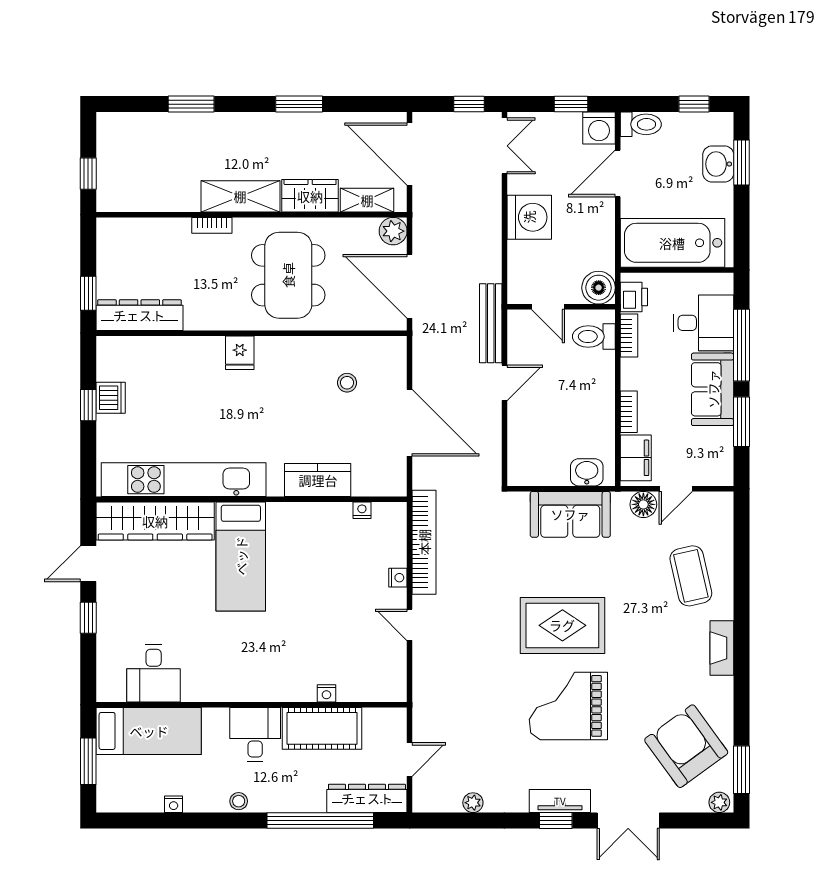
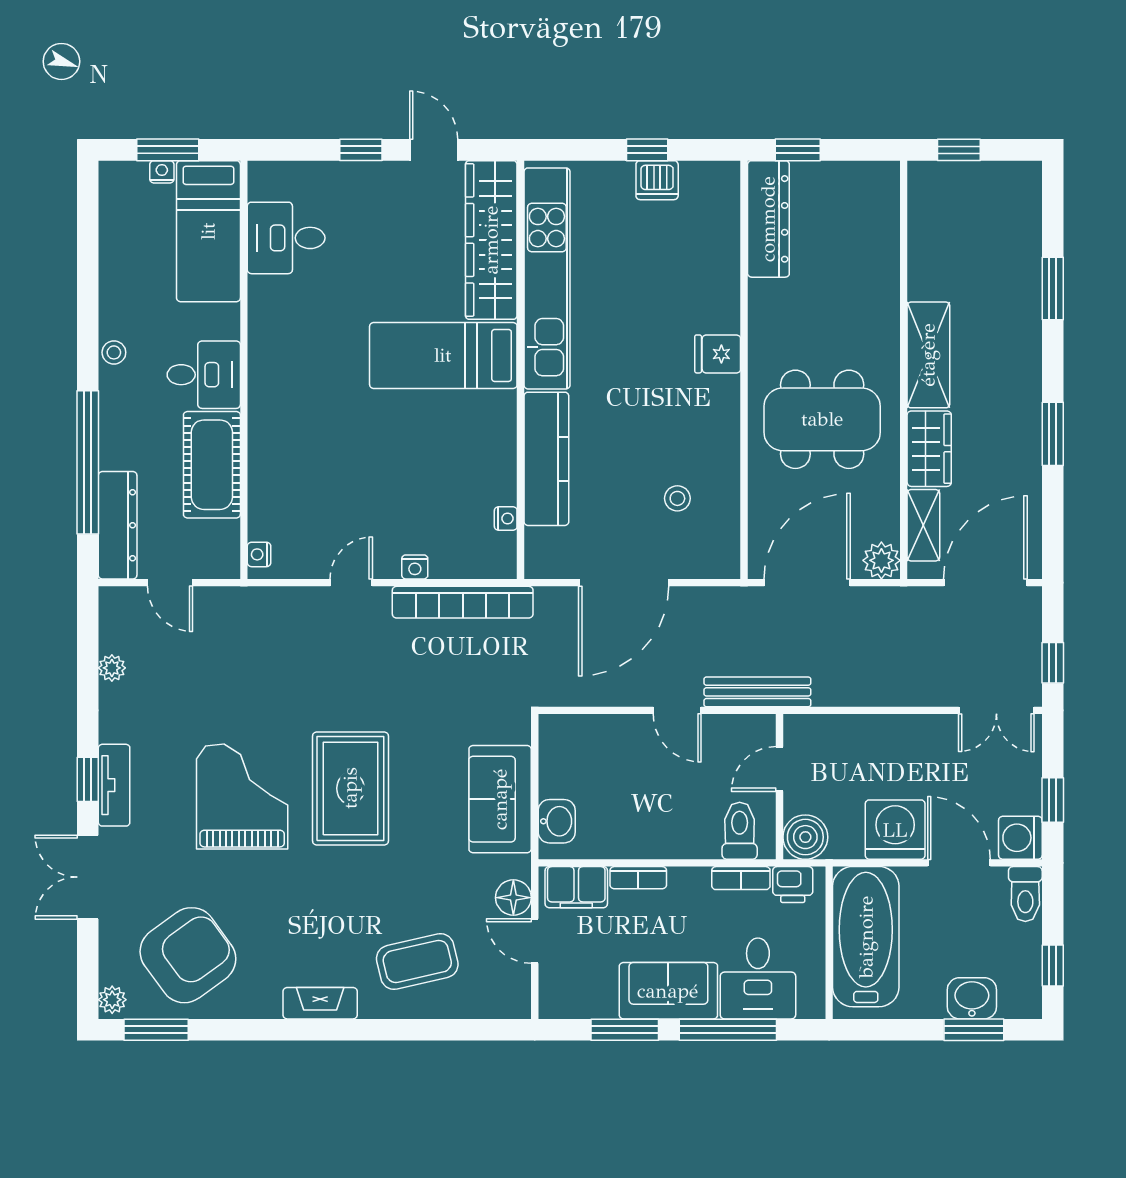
washing machine: (529, 217) -> (895, 830), moved, turned 180
bookcase: (212, 225) -> (889, 316), removed
kitchen counter: (318, 480) -> (546, 459), width x1.50
nightstand: (326, 693) -> (259, 554), moved
nightstand: (174, 804) -> (162, 172), moved, turned 90

